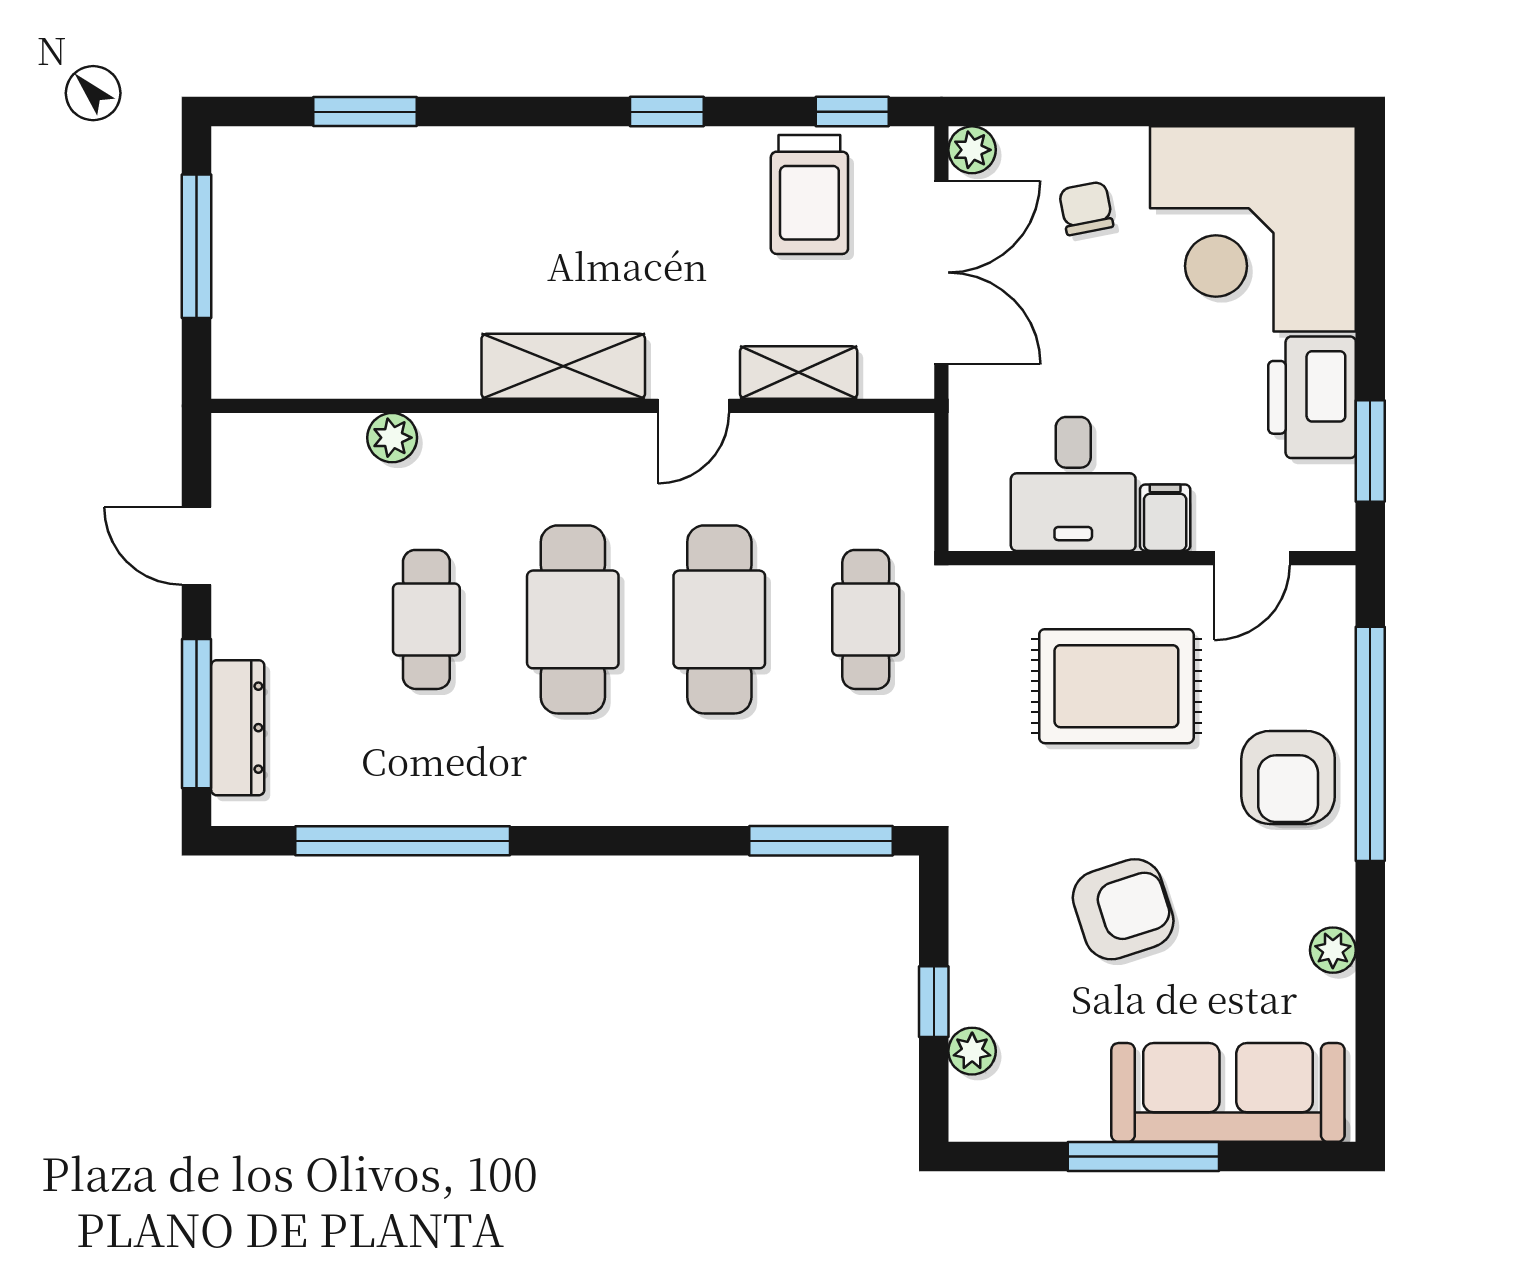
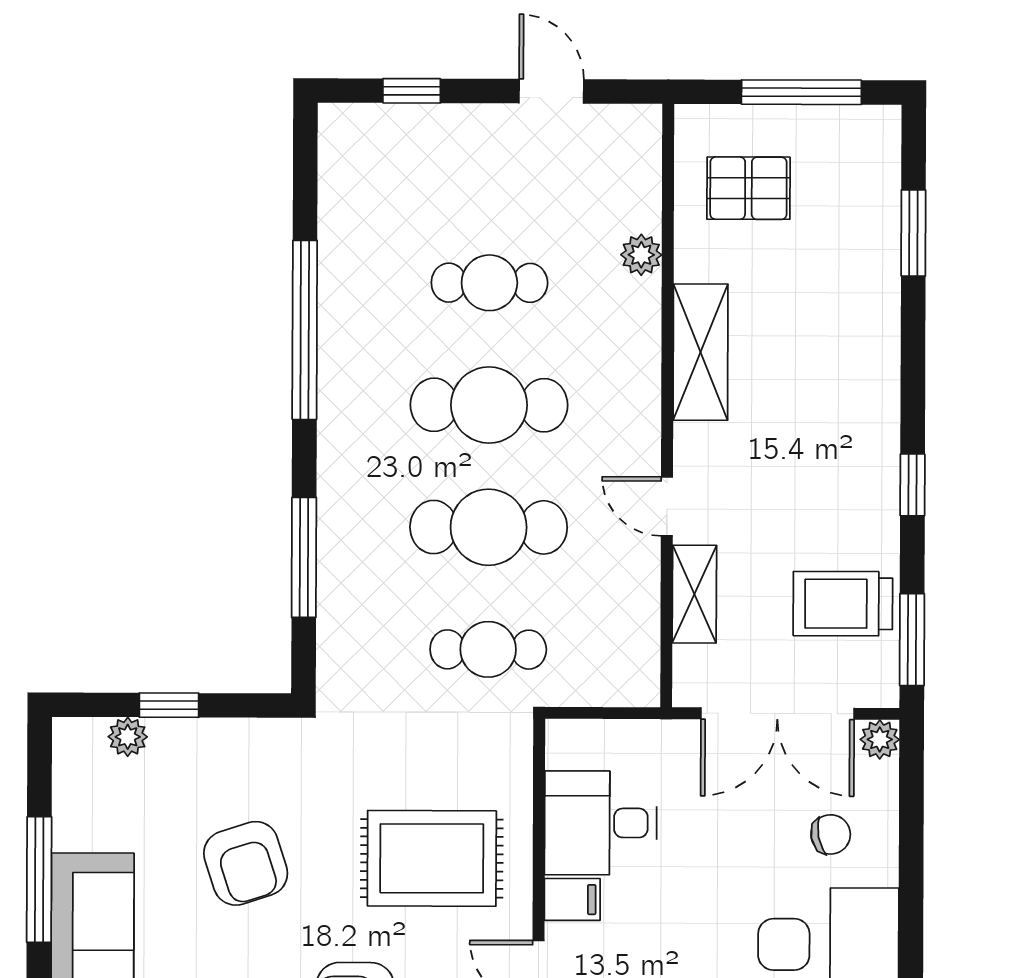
window: (852, 112) -> (912, 640), width x1.50
pallet: (312, 309) -> (748, 188), added
shelving: (563, 366) -> (701, 352), moved
door: (197, 546) -> (551, 91), hinge flipped
rug: (1116, 686) -> (432, 858), turned 90
window: (197, 714) -> (412, 91), width x0.46
dresser: (238, 728) -> (400, 125), removed
window: (403, 841) -> (305, 330), moved
window: (821, 841) -> (304, 557), moved

